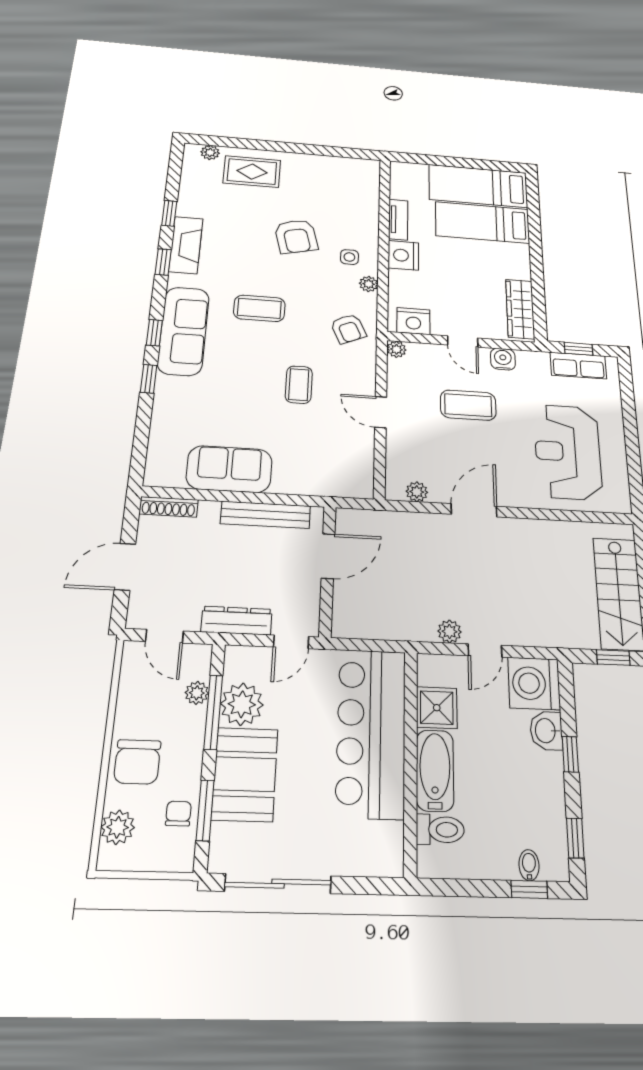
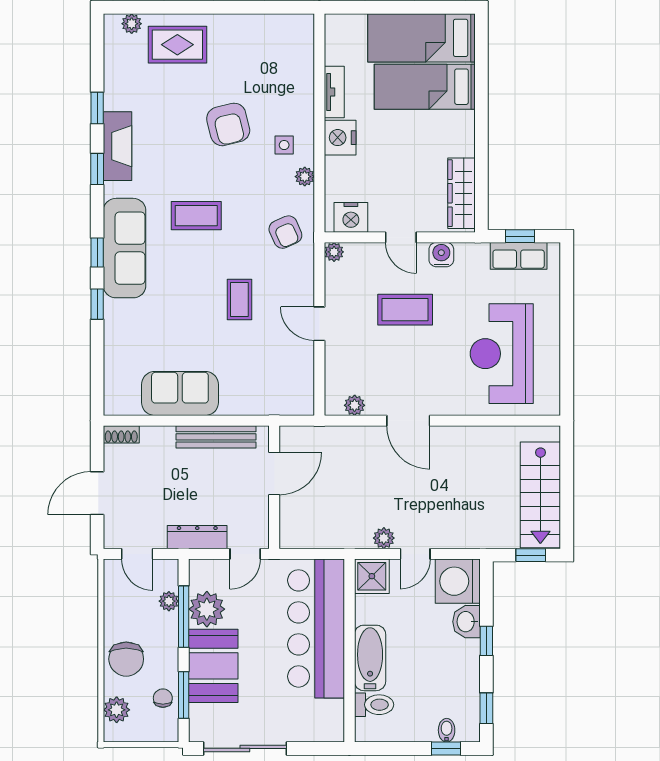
shoe rack: (169, 507) -> (121, 434), width x0.70
door: (474, 510) -> (408, 421), swing flipped
shower: (437, 708) -> (372, 576), moved

